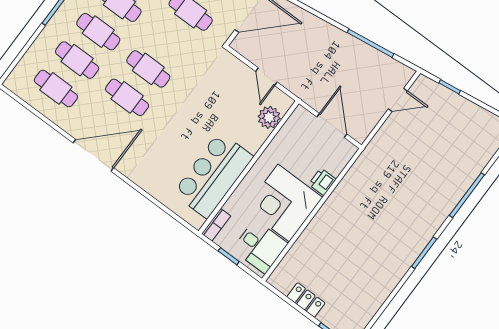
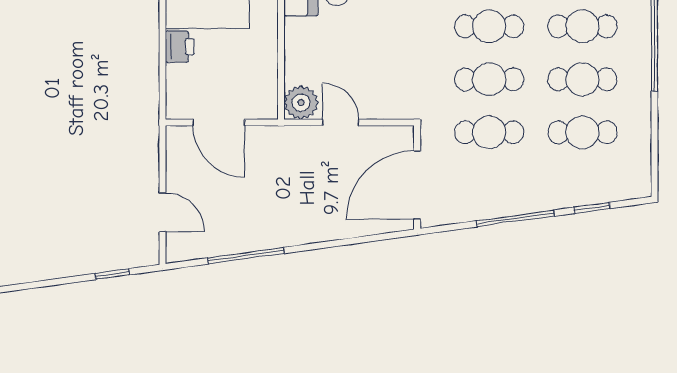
cafe table: (169, 41) -> (489, 79), added
door: (398, 100) -> (162, 212), swing flipped
plant: (269, 117) -> (301, 103), moved

